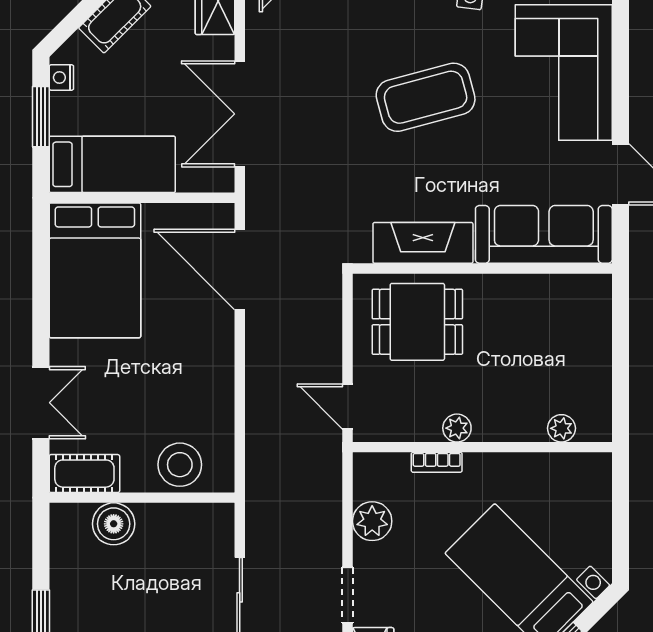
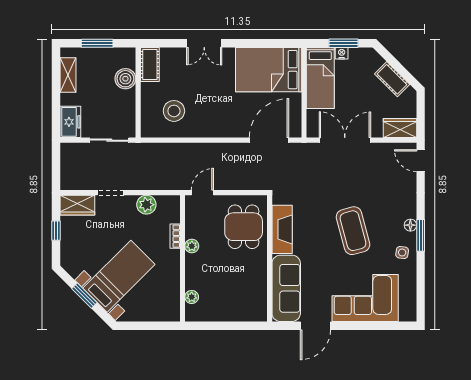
nightstand: (61, 77) -> (342, 53), moved
cot: (84, 474) -> (150, 64), moved
wall: (142, 498) -> (138, 93), moved
boiler: (114, 524) -> (125, 79), moved

